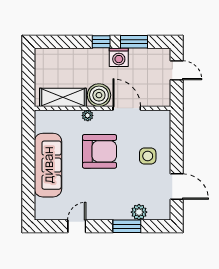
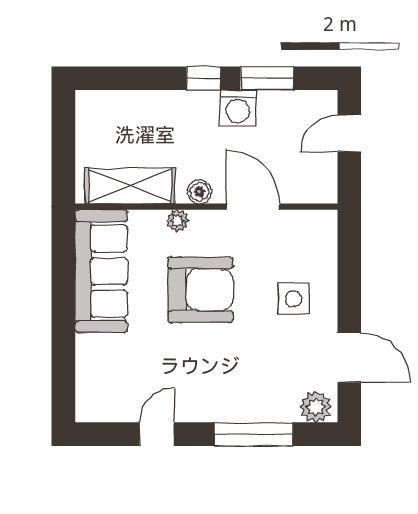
door: (177, 70) -> (349, 133), swing flipped
boiler: (99, 95) -> (200, 192), width x0.54, depth x0.54
sofa: (48, 165) -> (101, 271), moved
plant: (139, 212) -> (316, 407), moved
window: (127, 226) -> (253, 434), width x1.44

